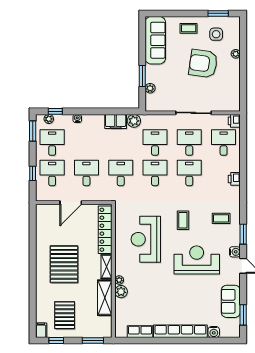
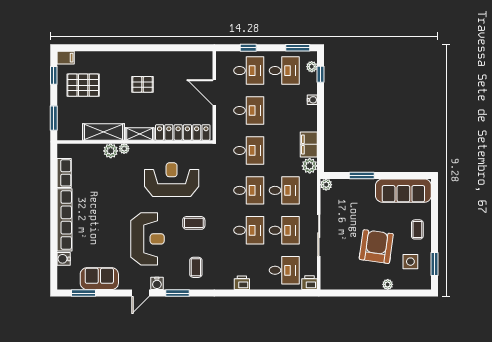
plant: (150, 88) -> (326, 185), moved
pallet: (64, 264) -> (142, 84), width x0.49, depth x0.50

